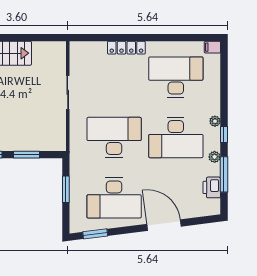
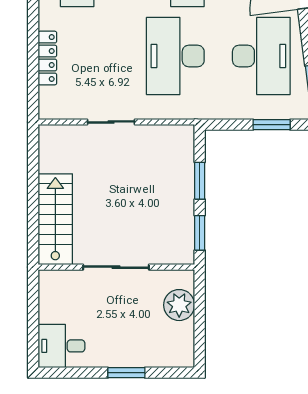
locker: (126, 48) -> (47, 58), moved
window: (66, 189) -> (272, 125), moved

